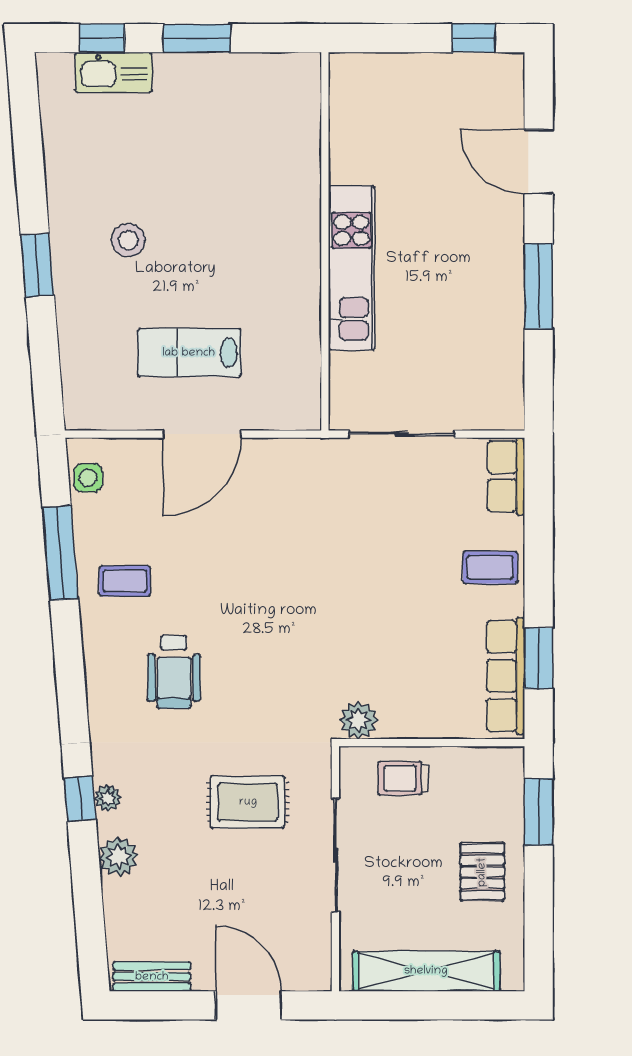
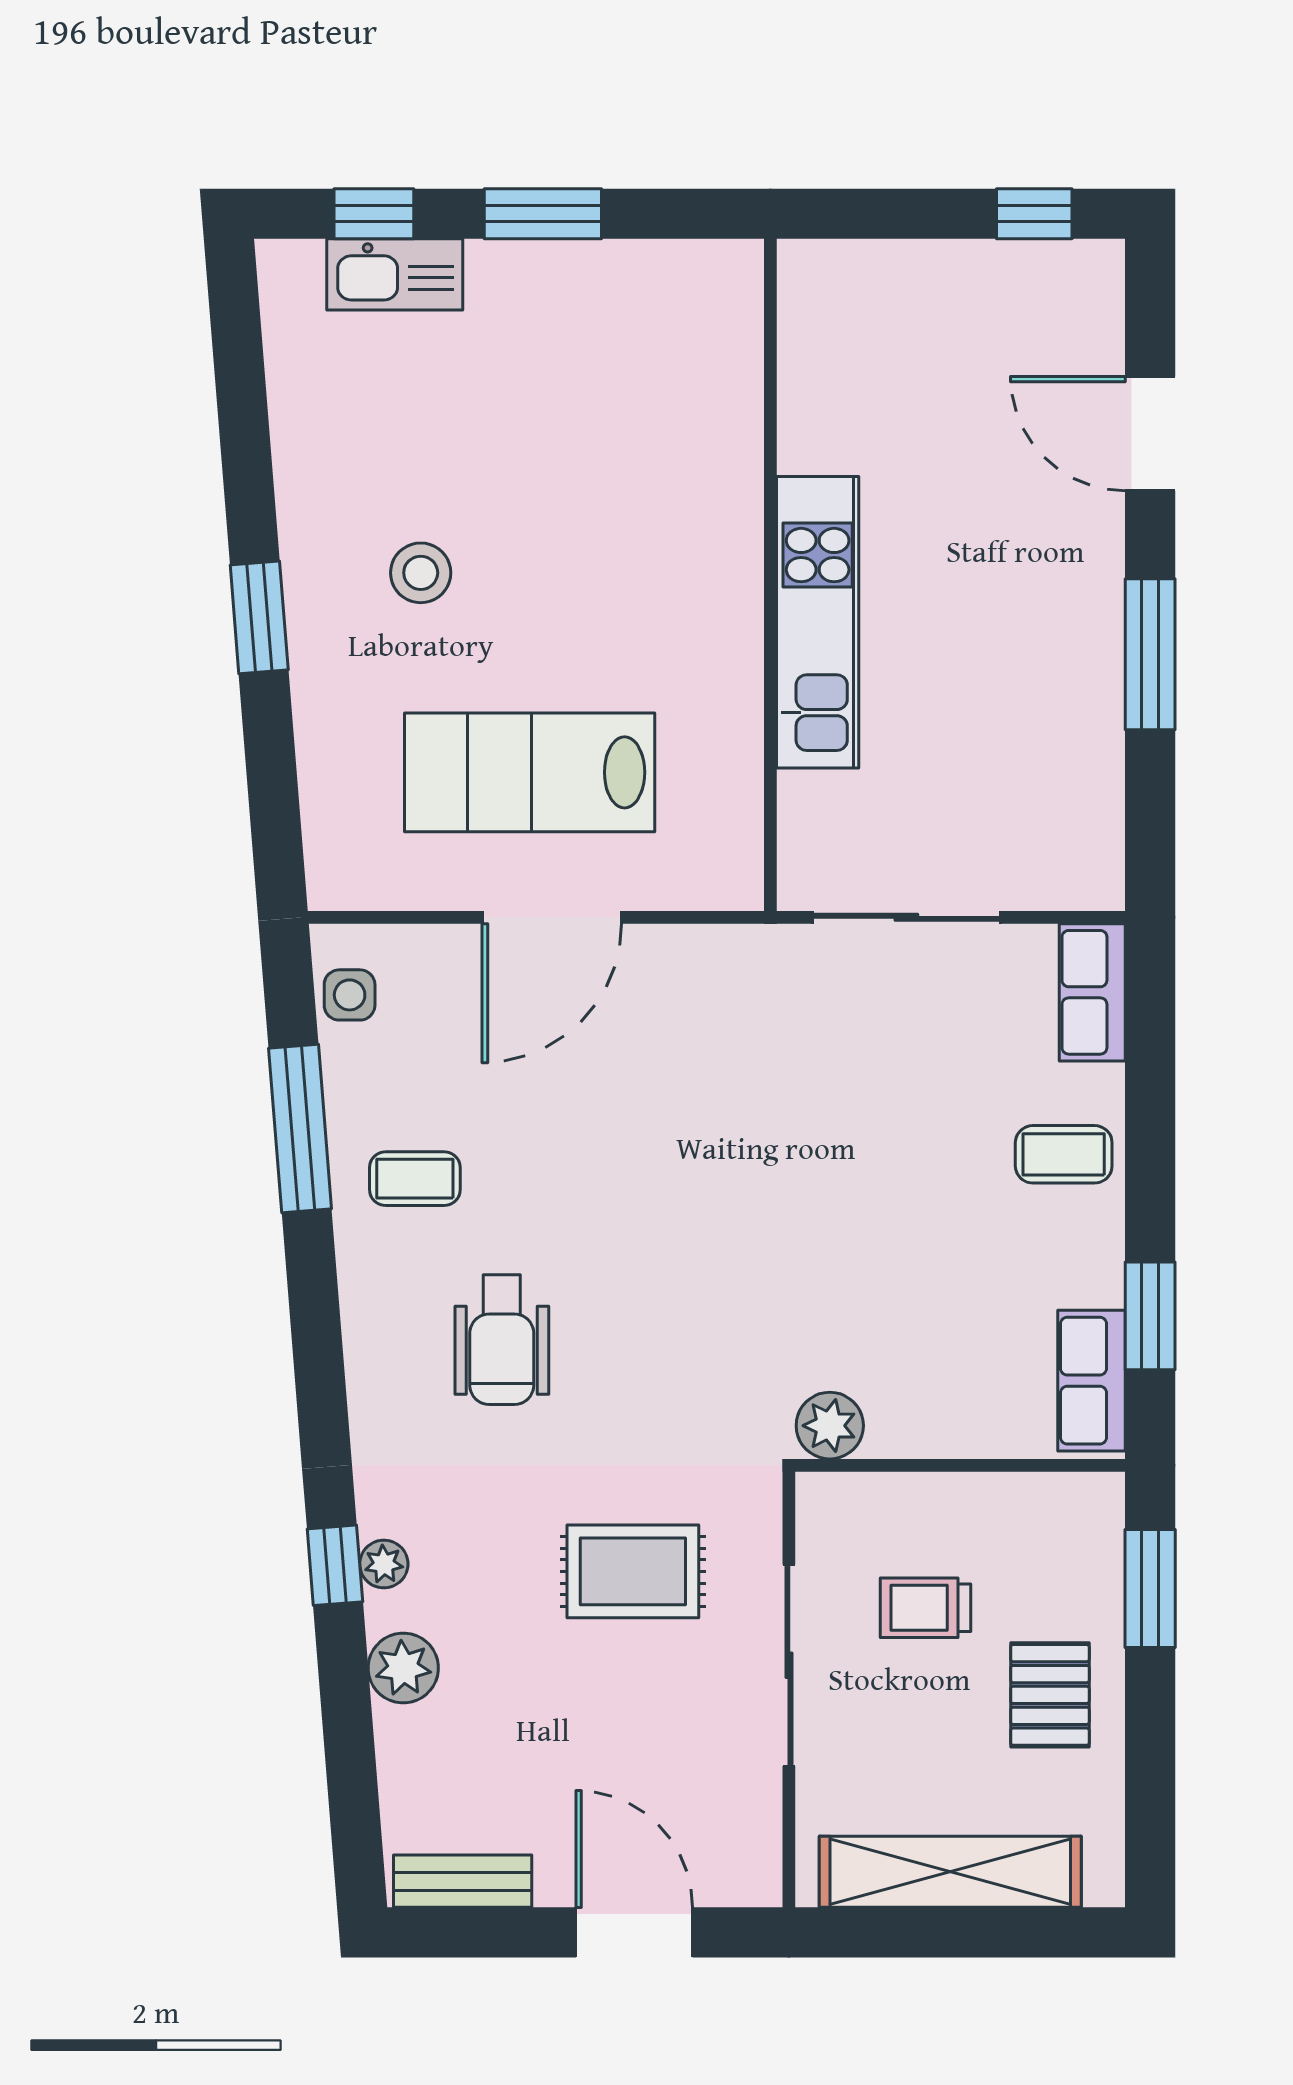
lab bench: (189, 353) -> (530, 772), width x1.36, depth x1.39
row of seats: (506, 676) -> (1092, 1381), width x0.68
trolley: (403, 778) -> (925, 1608), moved

